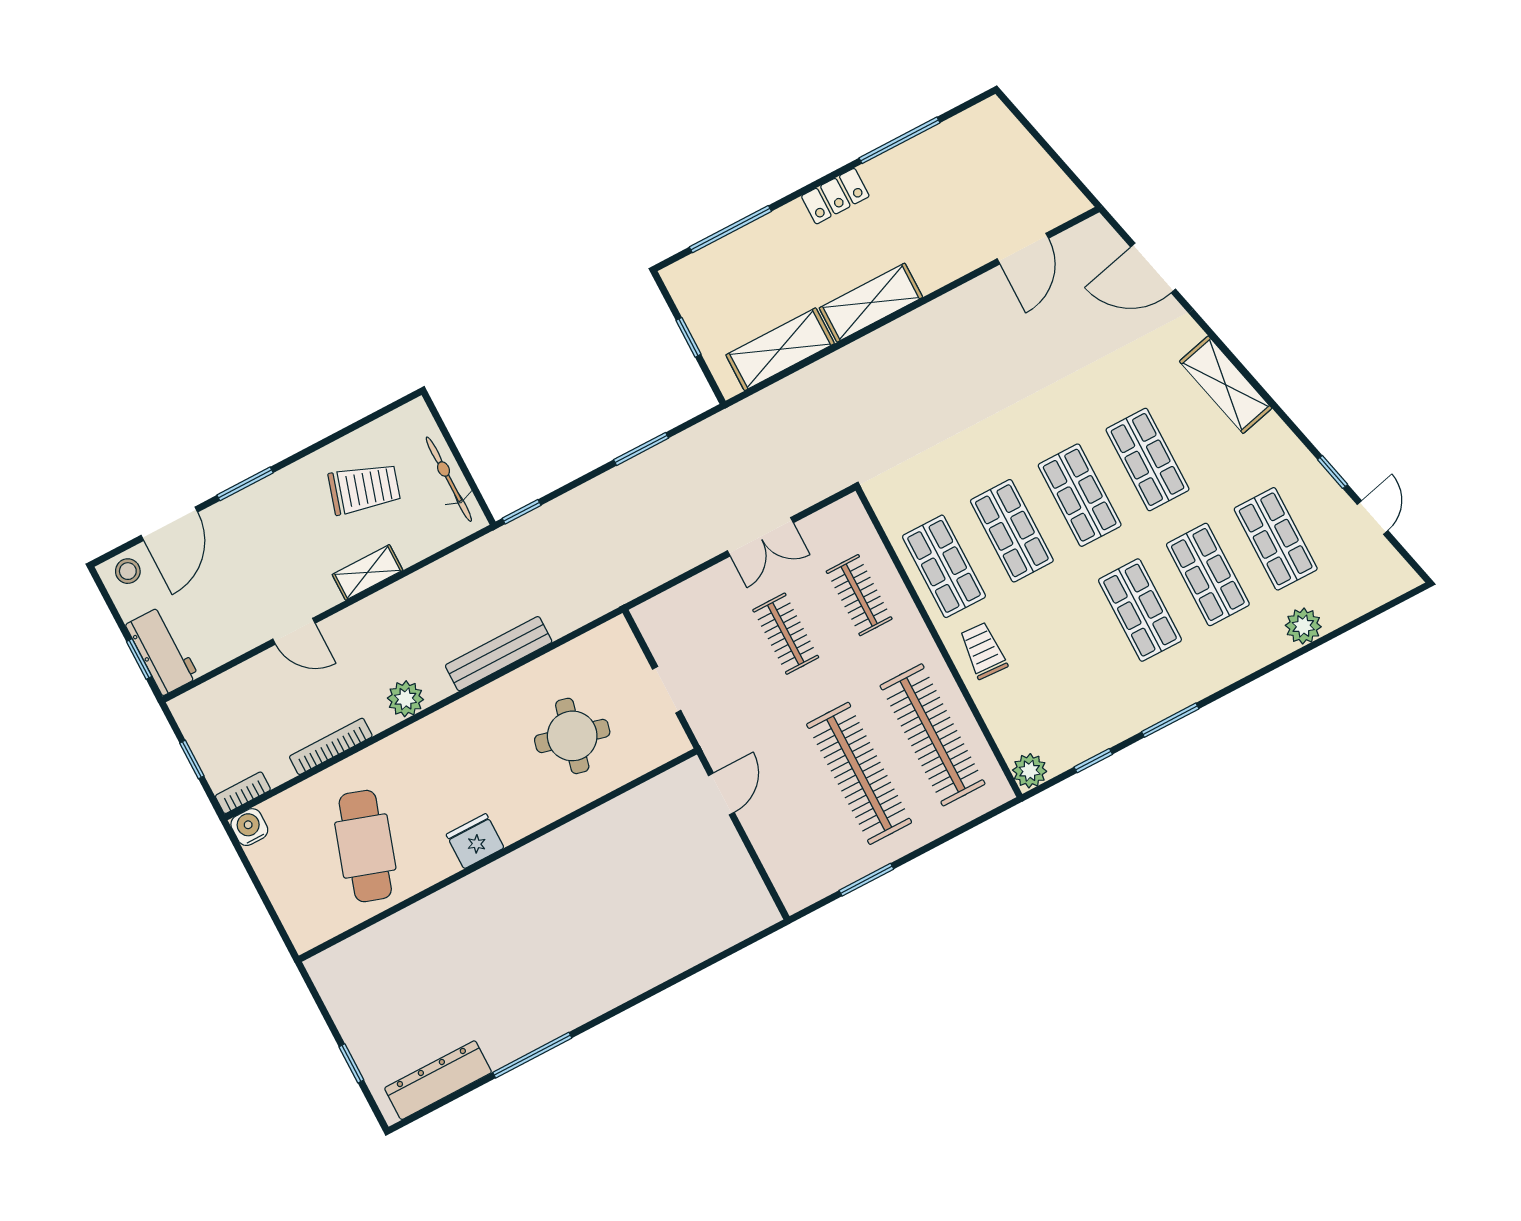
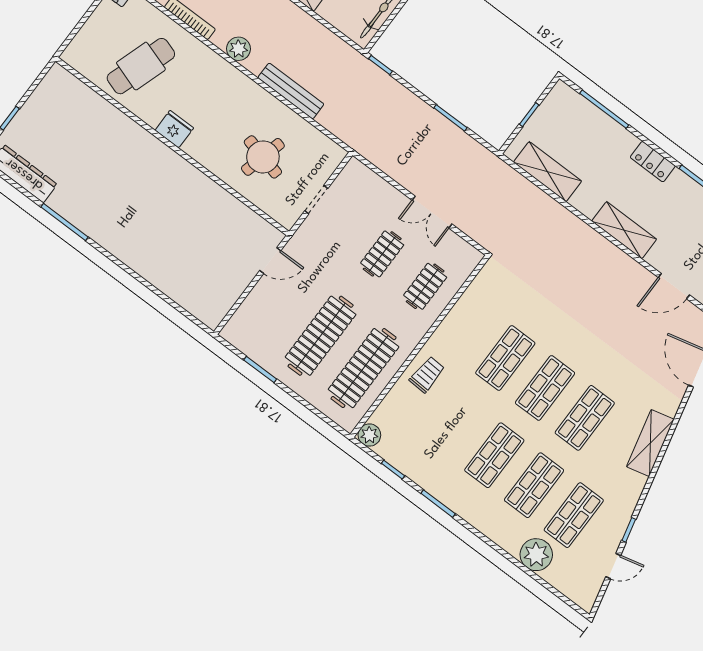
shelving: (871, 303) -> (624, 230), moved
shop shelf: (944, 566) -> (466, 328), removed
plant: (1303, 626) -> (536, 555), width x1.36, depth x1.36

